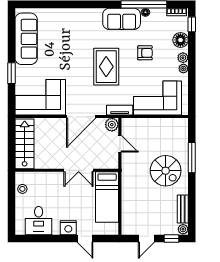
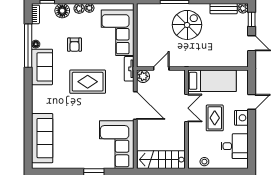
sofa: (26, 39) -> (42, 138), moved, turned 90
armchair: (145, 53) -> (74, 45), turned 180
rug: (68, 200) -> (215, 118), added

